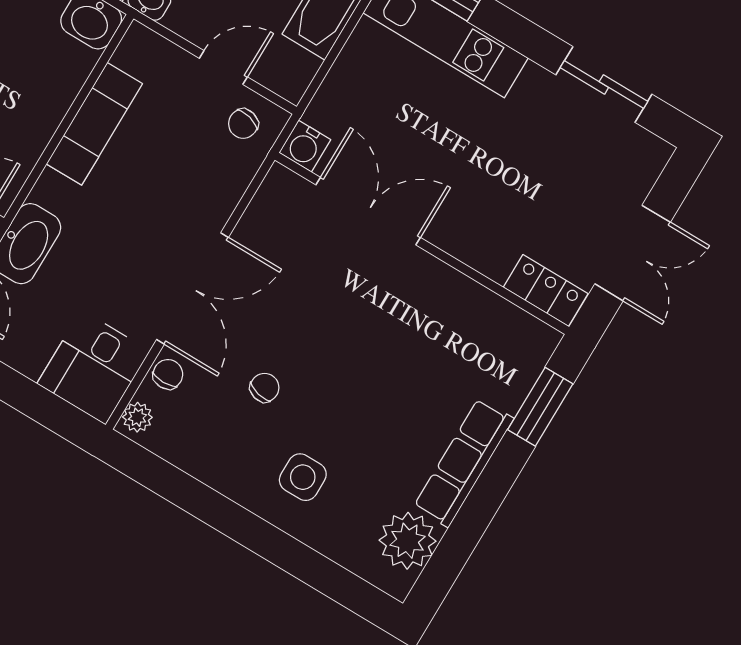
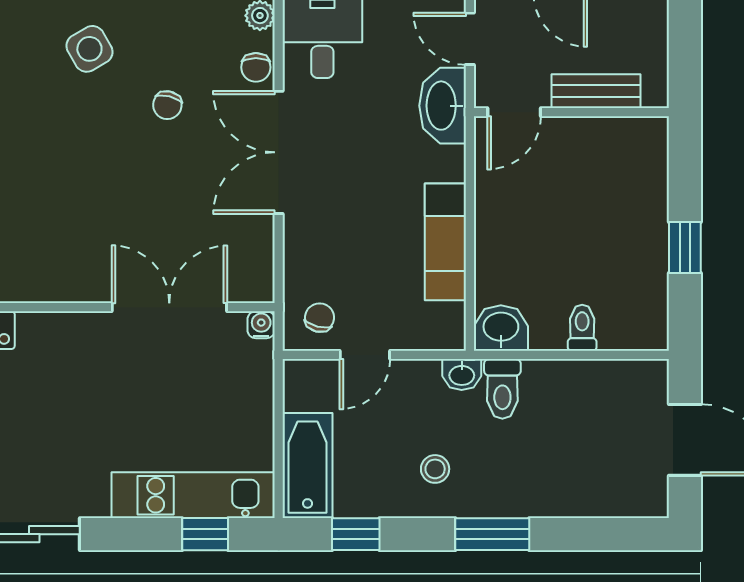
water cooler: (305, 146) -> (261, 325), width x0.72, depth x0.72
double door: (368, 211) -> (169, 307), swing flipped
side table: (303, 477) -> (89, 49), turned -30

